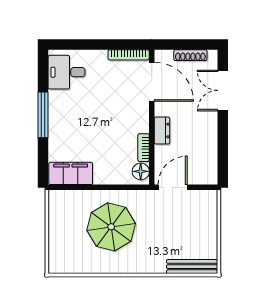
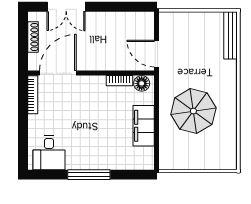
dresser: (162, 131) -> (103, 64), removed
filing cabinet: (71, 173) -> (144, 126), moved

